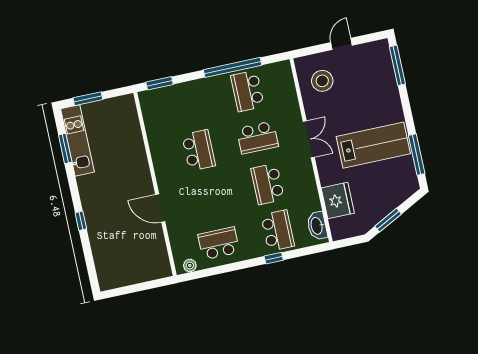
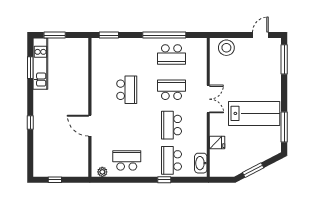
door: (342, 44) -> (260, 35), moved
stool: (322, 81) -> (226, 48), moved
school desk: (247, 91) -> (171, 54), turned -90
school desk: (258, 137) -> (171, 90), turned 180
fridge: (338, 201) -> (217, 142), width x0.53, depth x0.75
school desk: (278, 231) -> (171, 160), turned 180
window: (129, 289) -> (55, 180), added

